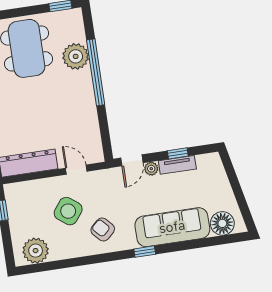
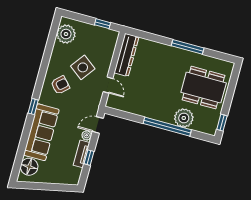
door: (132, 160) -> (98, 125), hinge flipped
door: (76, 170) -> (108, 85), hinge flipped

